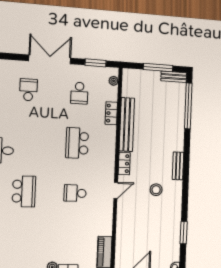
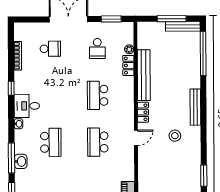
bench: (174, 77) -> (183, 26), width x1.36
plant: (114, 81) -> (129, 49), moved
school desk: (28, 90) -> (50, 49), turned 90
bench: (178, 166) -> (195, 107), width x1.36
school desk: (75, 193) -> (98, 142), width x1.85

